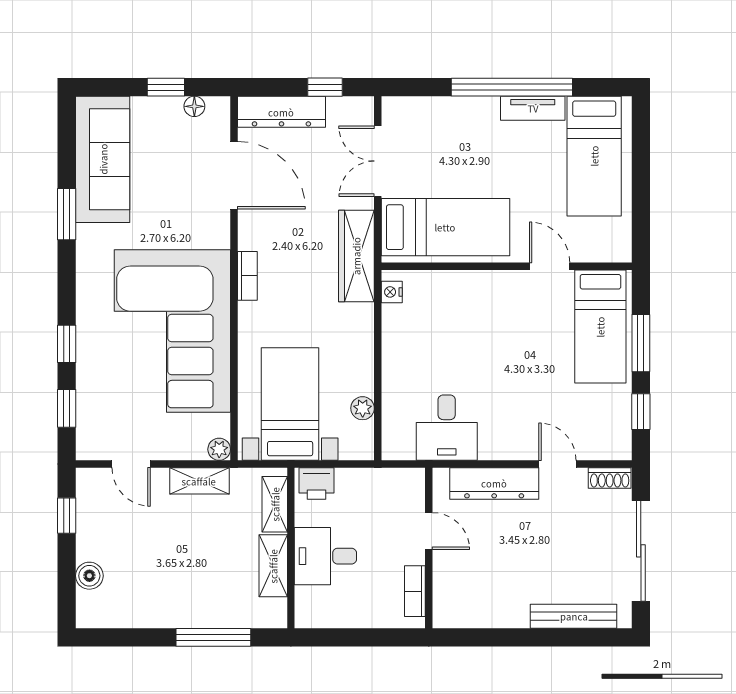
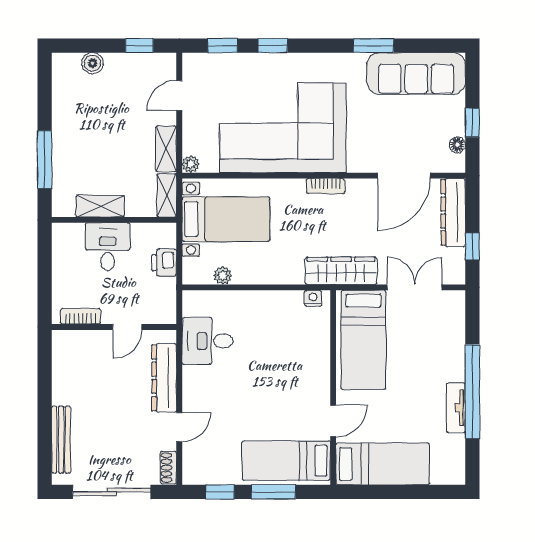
bed: (594, 156) -> (383, 464), moved, turned 180
printer: (317, 484) -> (164, 263), moved
shelving: (275, 504) -> (167, 195), moved, turned 90

